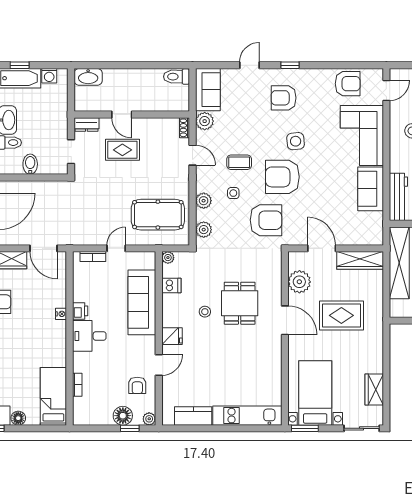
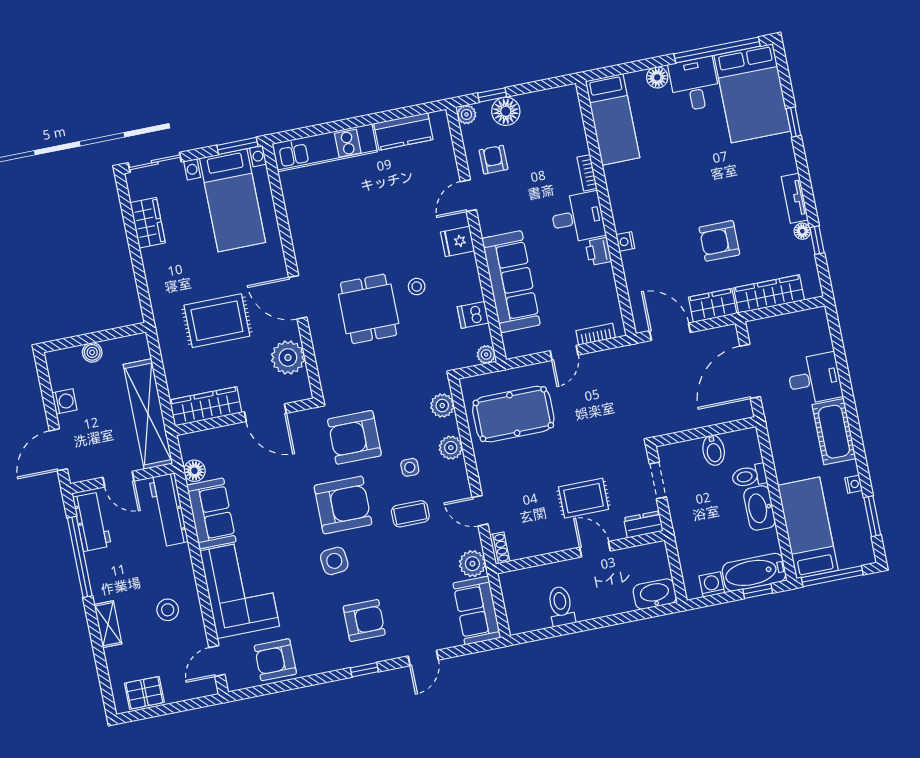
toilet: (177, 77) -> (561, 606), moved, turned -90
floor lamp: (376, 219) -> (194, 471), added
bookcase: (77, 385) -> (587, 173), moved

